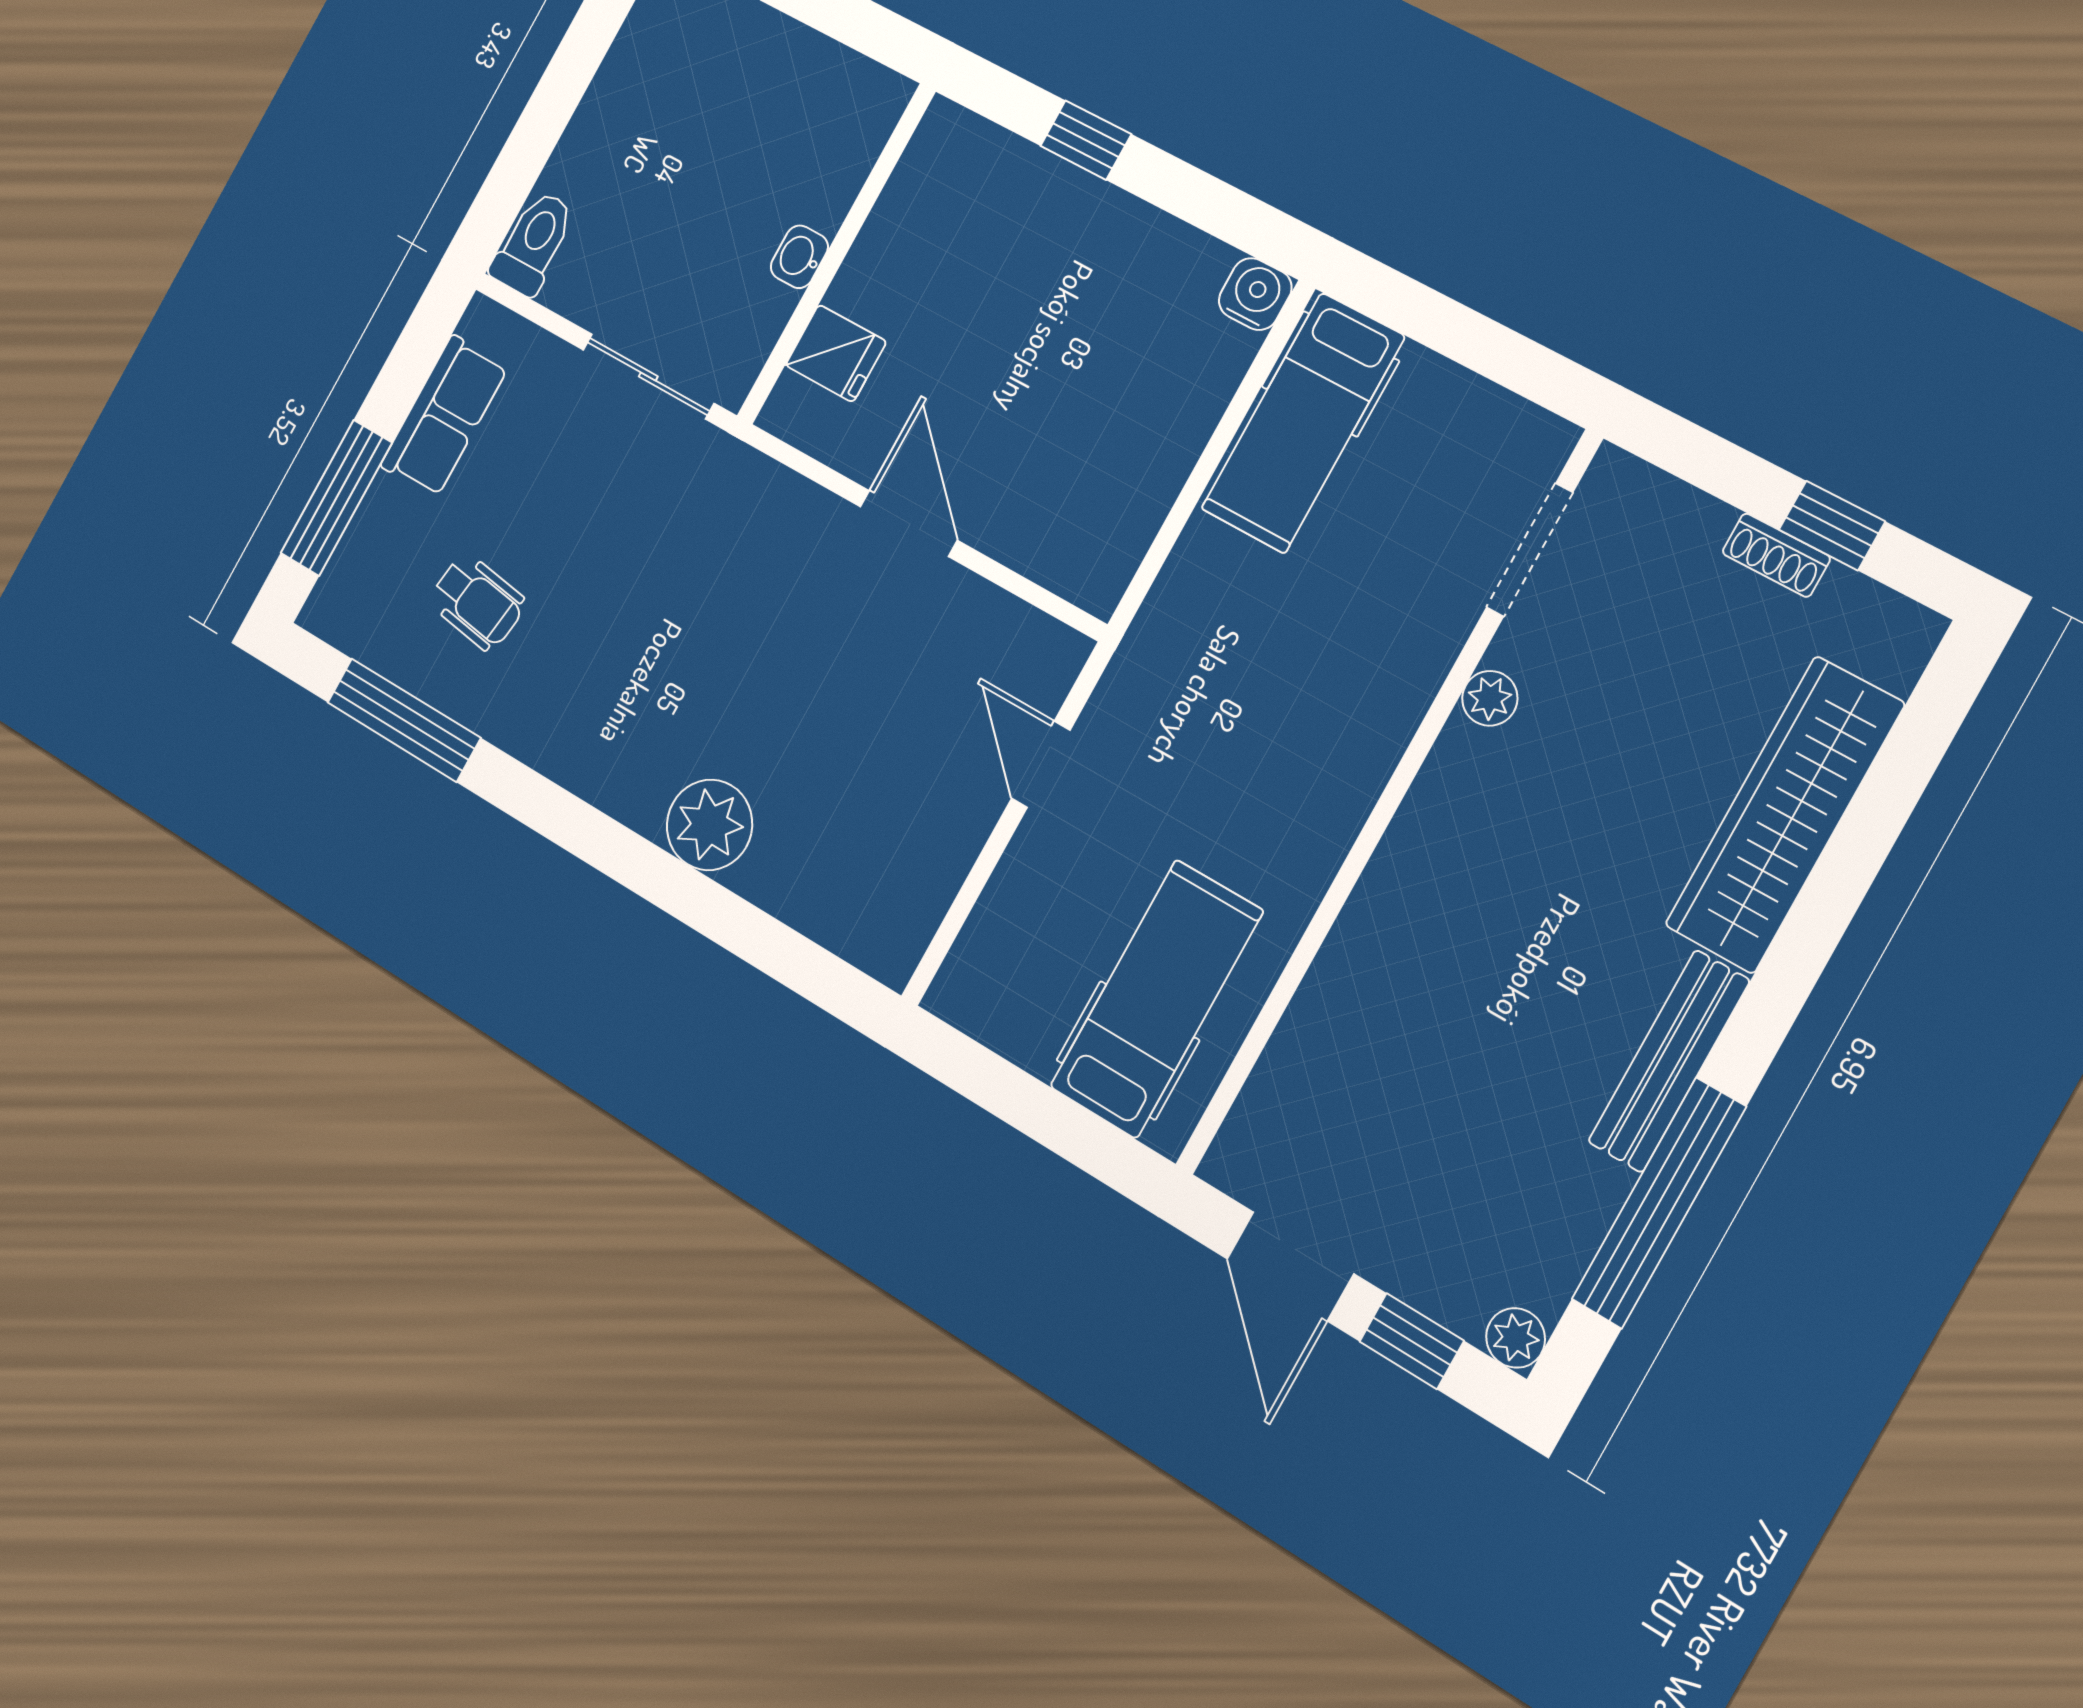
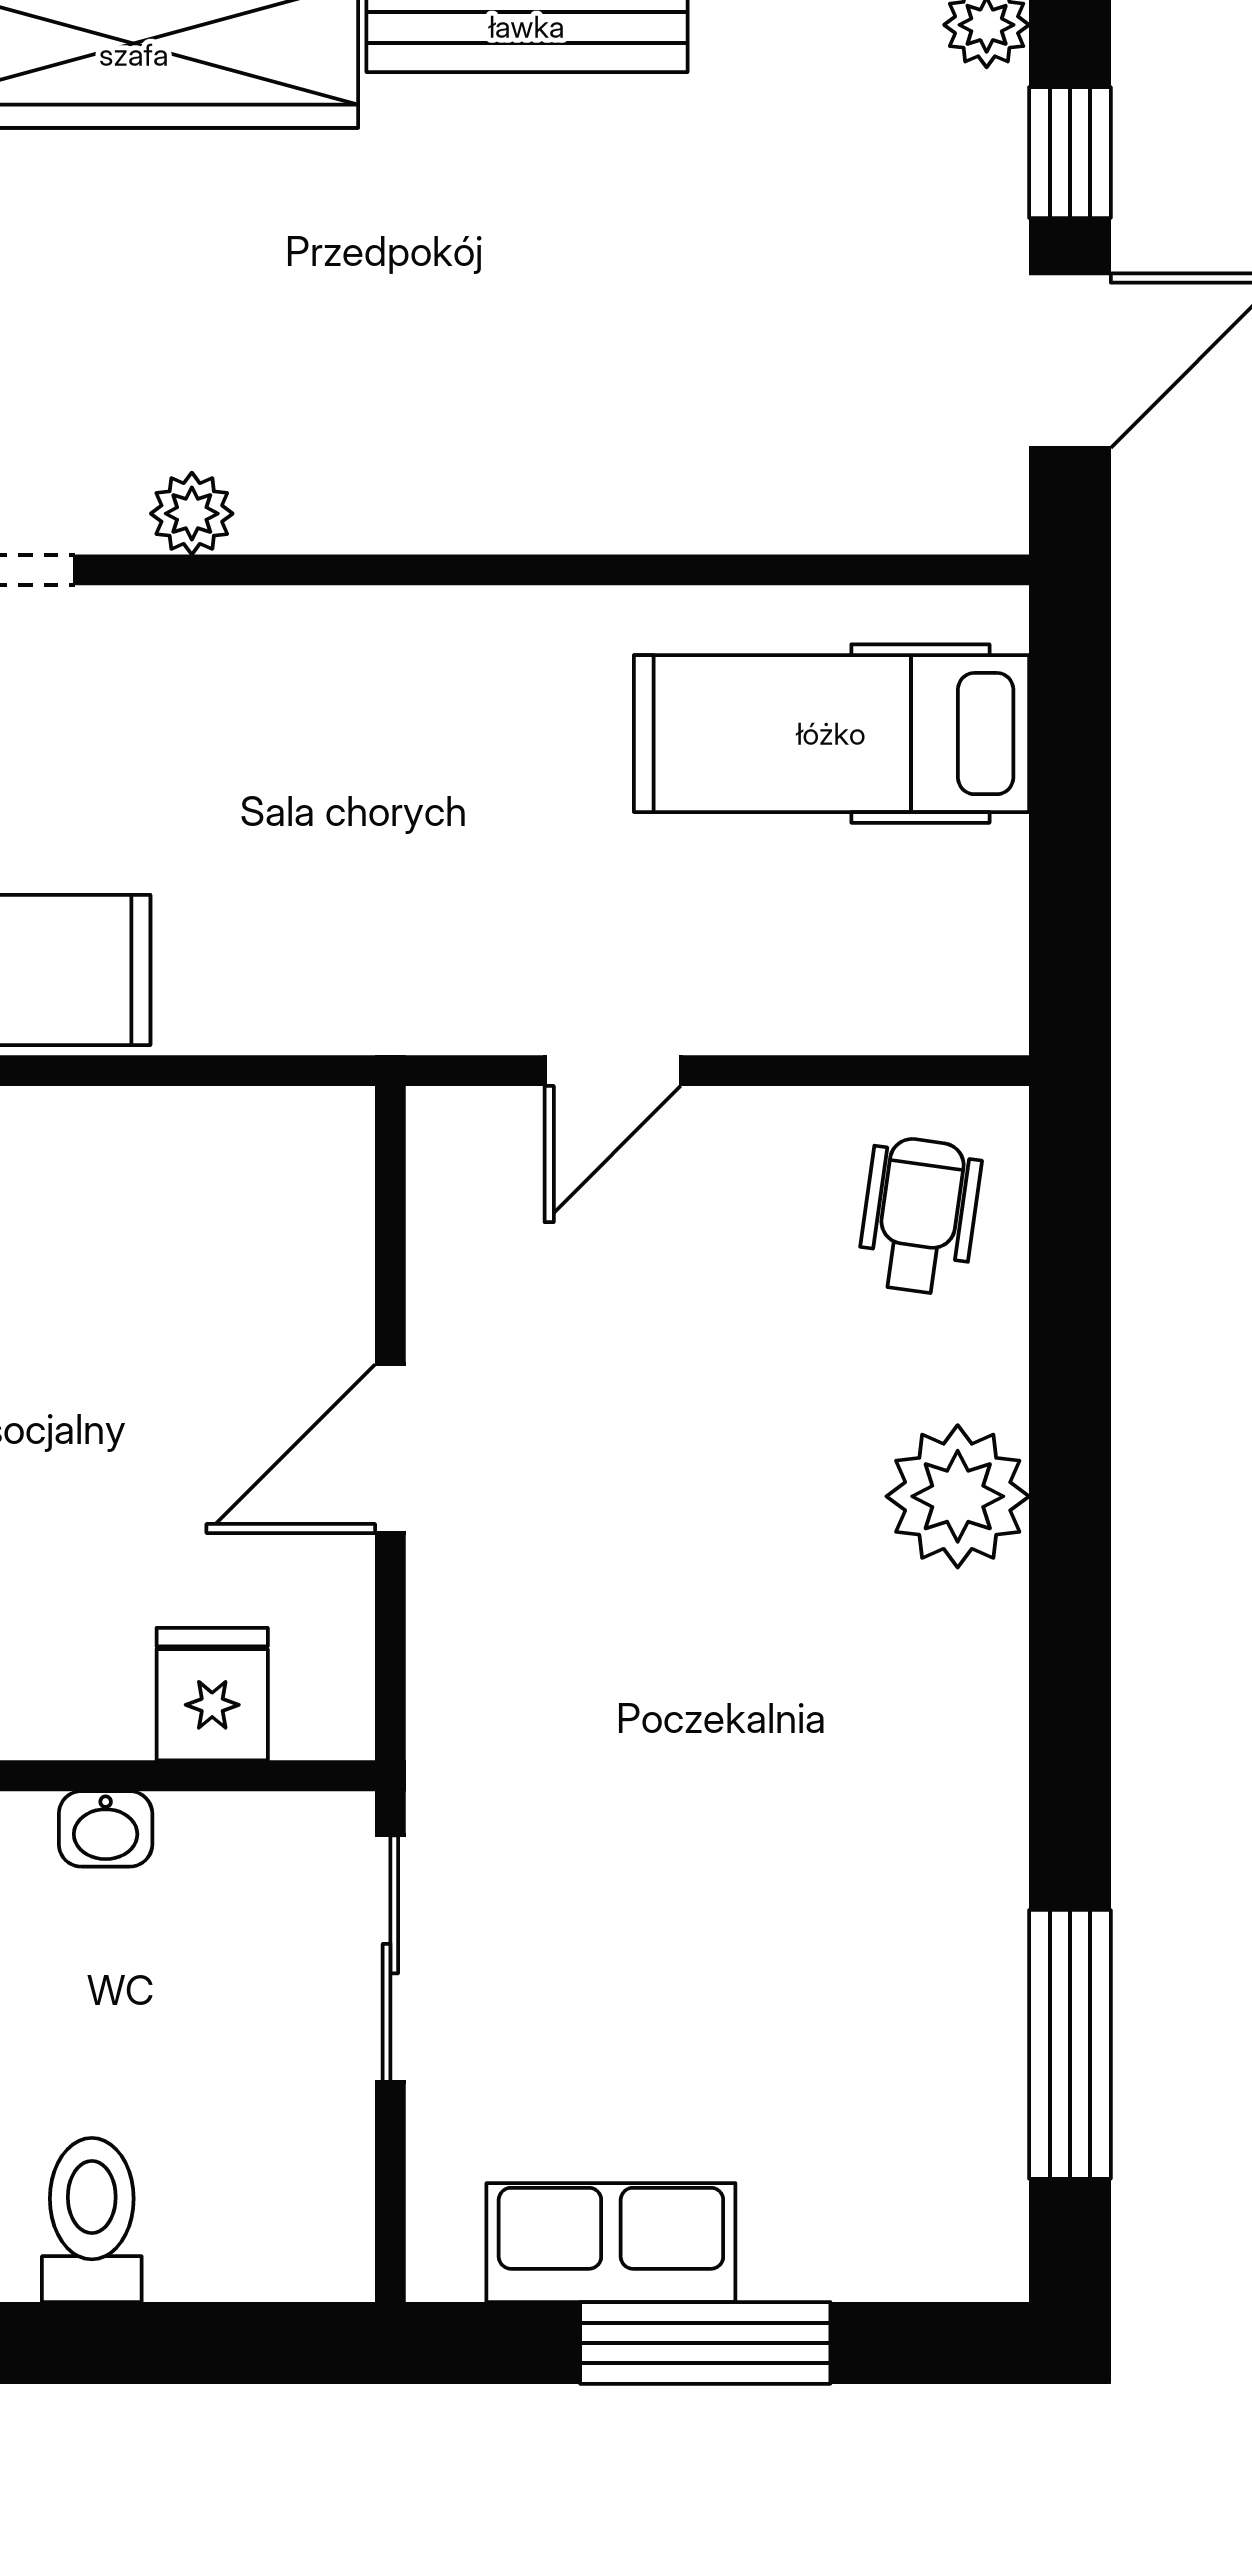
toilet: (533, 243) -> (92, 2220), moved, turned 90
window: (336, 498) -> (705, 2343), moved
wheelchair: (477, 602) -> (919, 1216), moved

